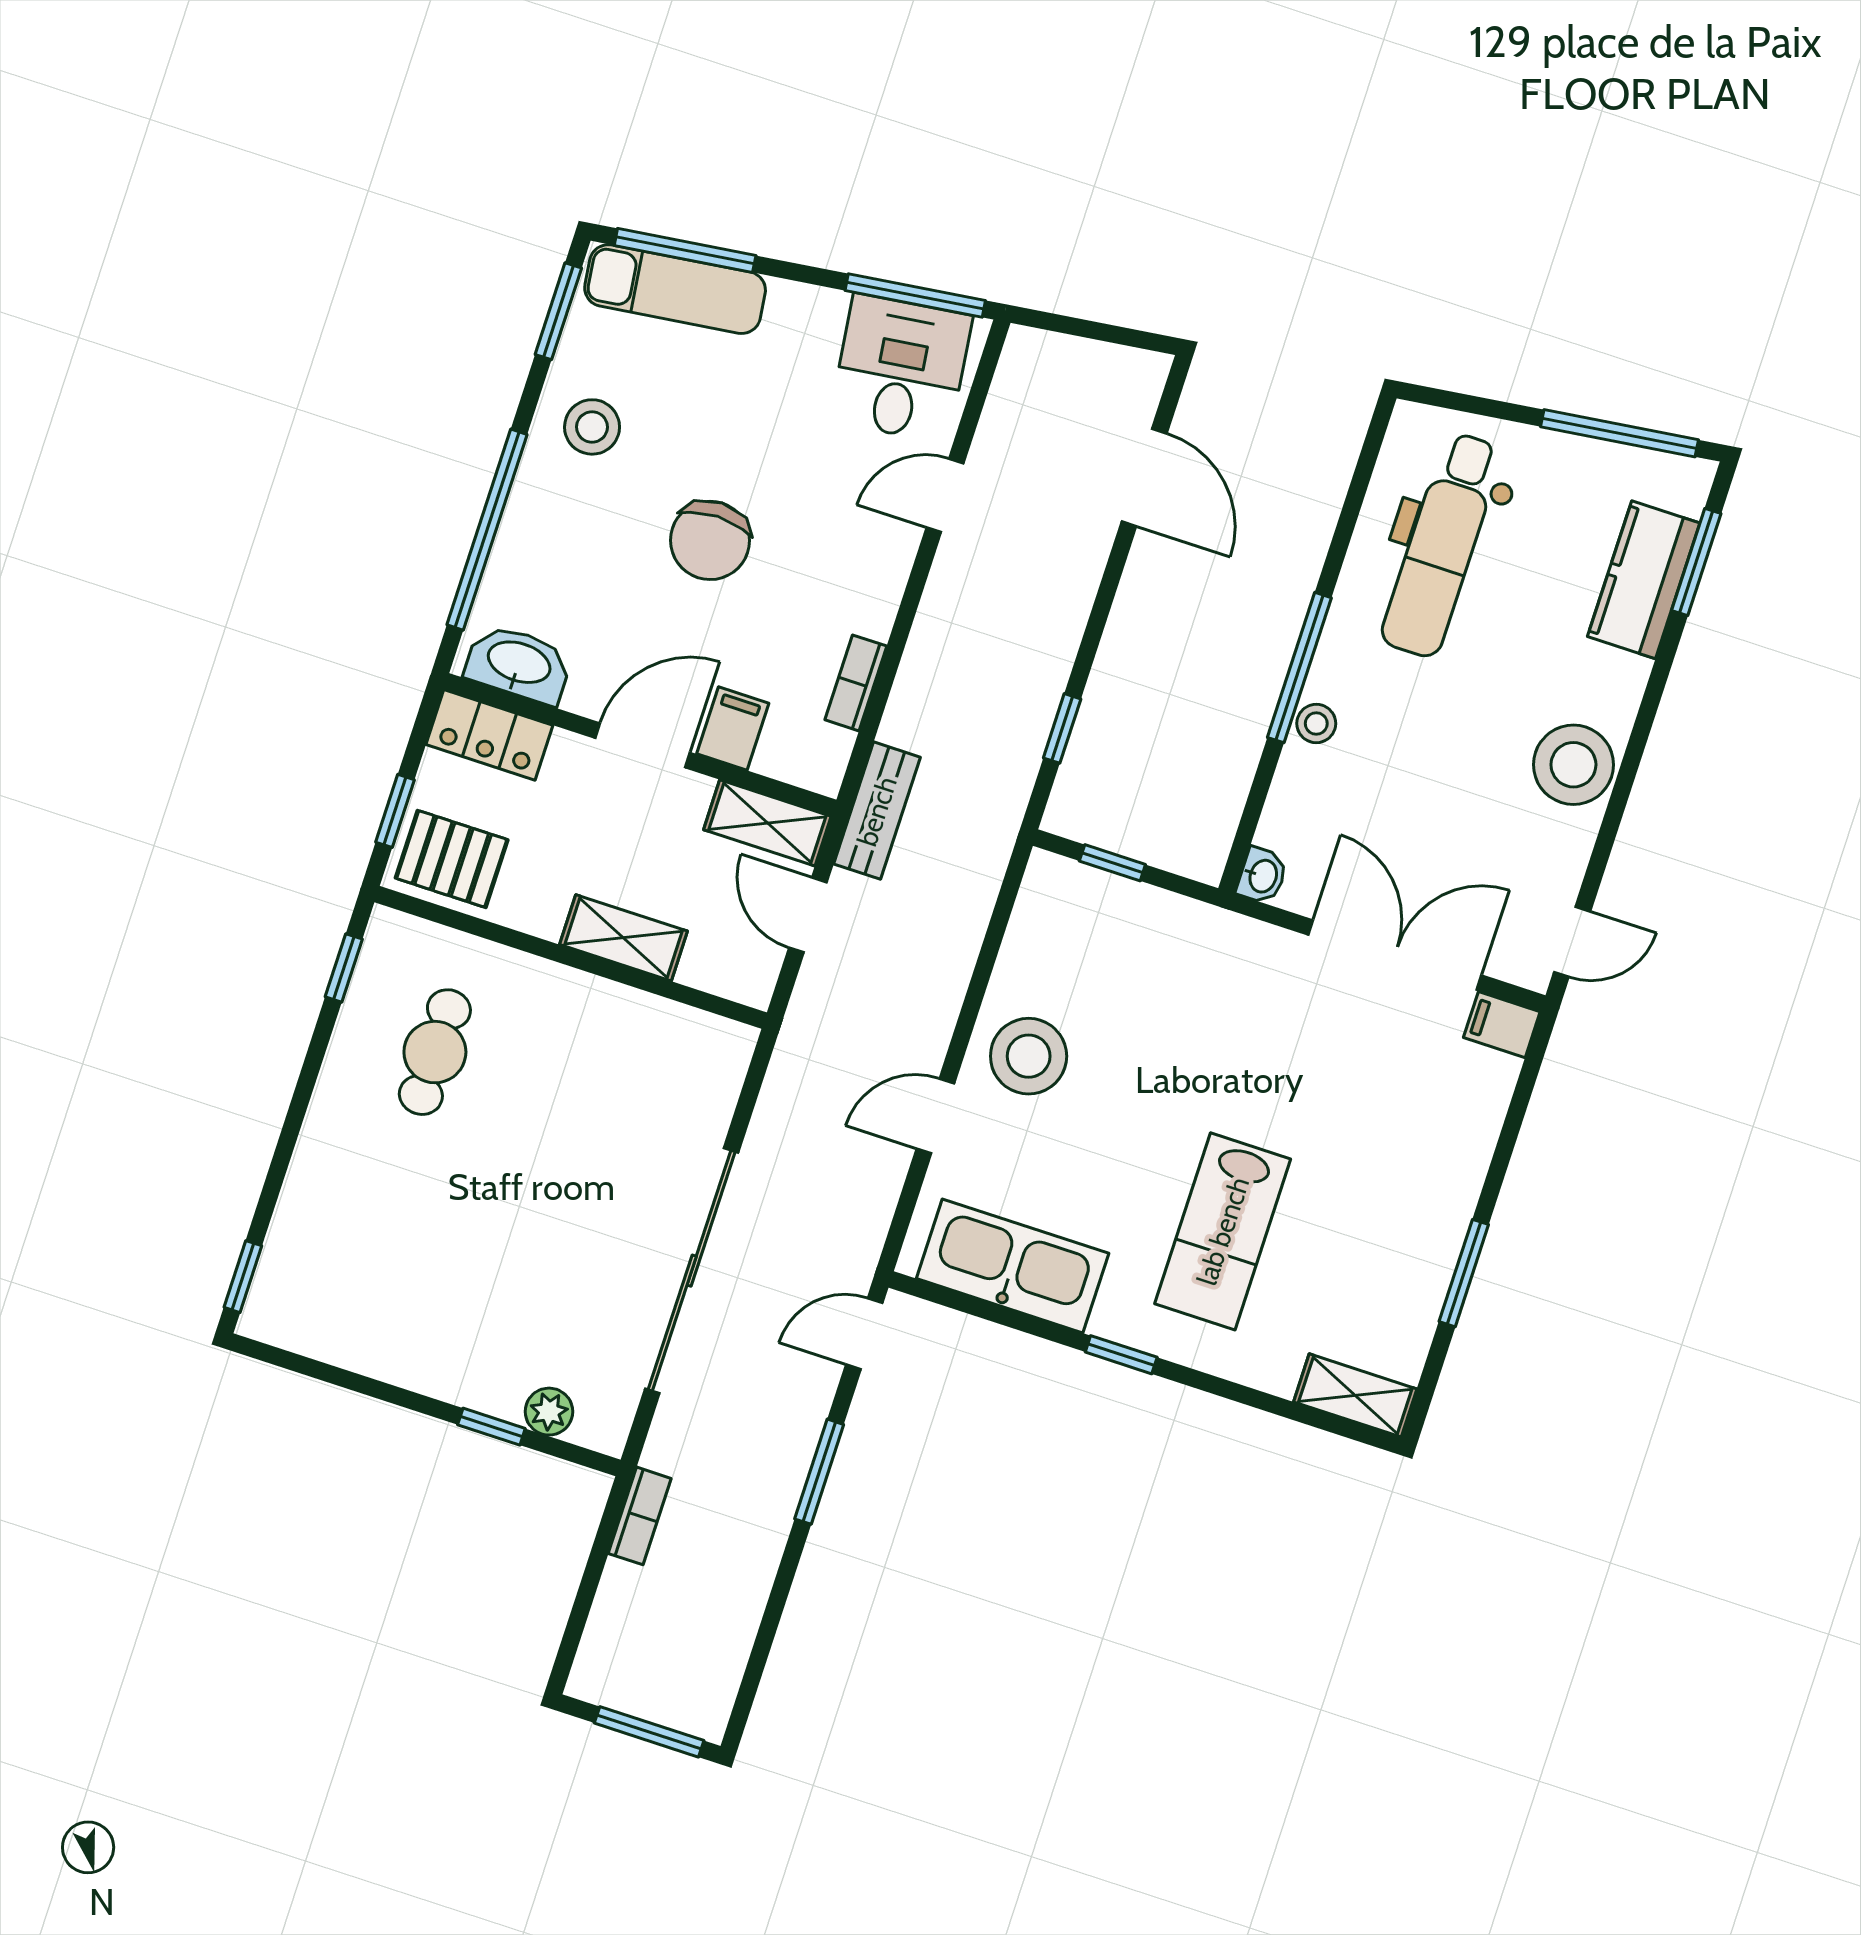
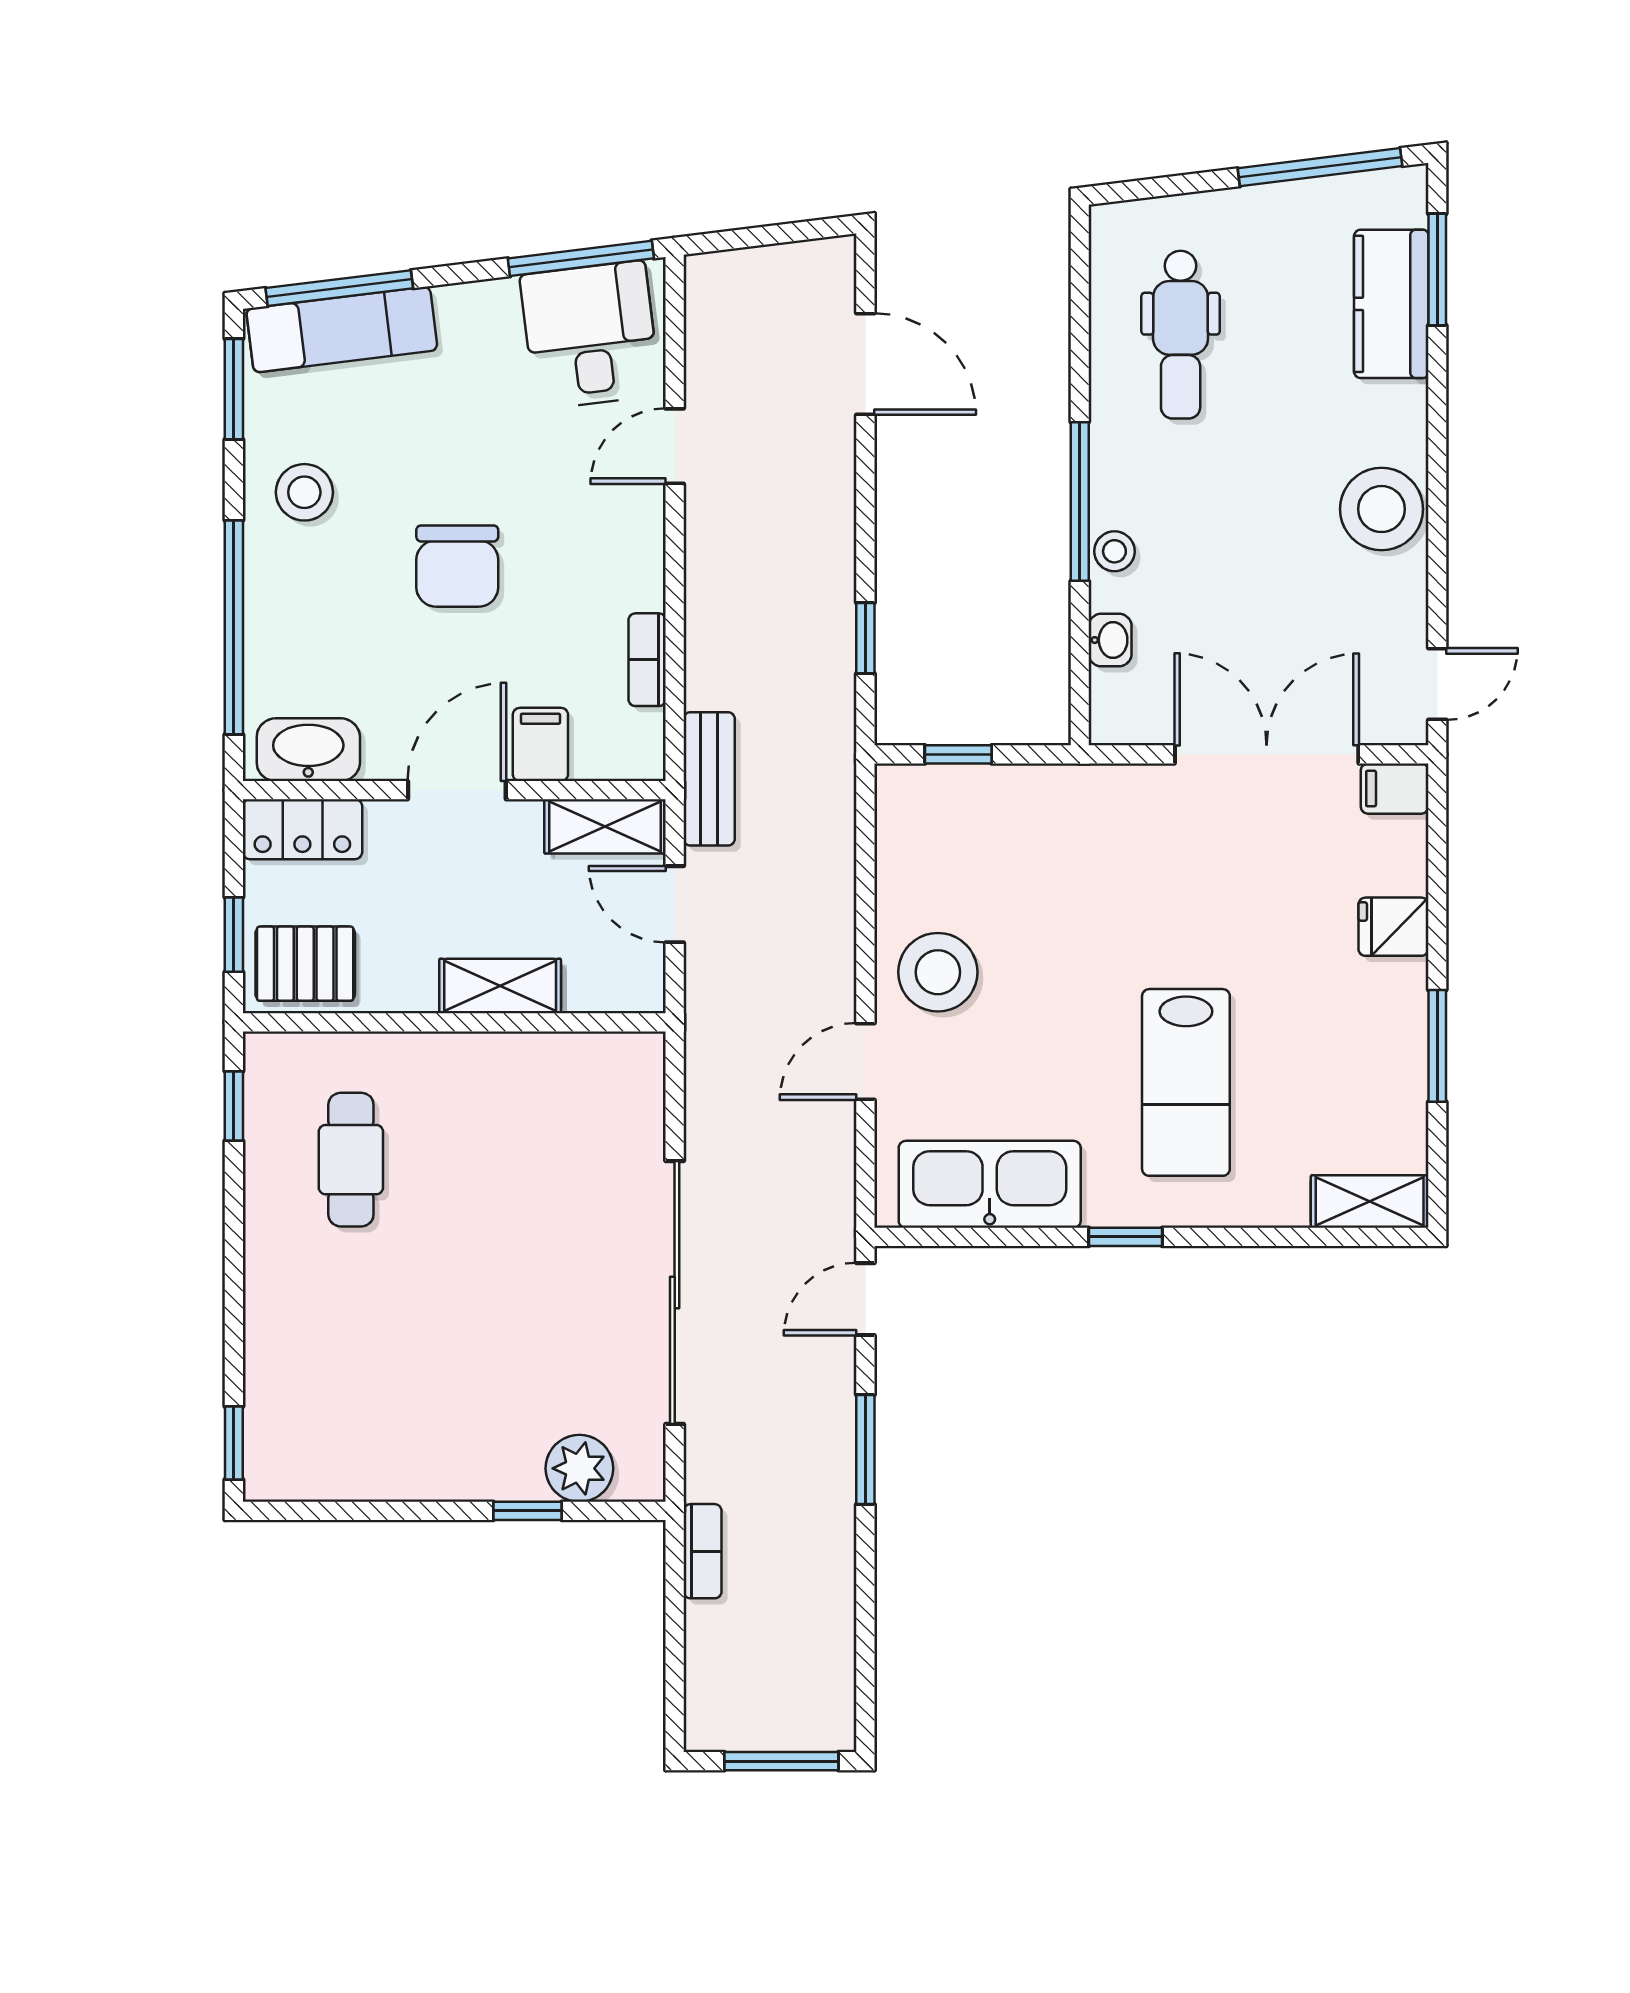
dental chair: (1442, 545) -> (1181, 335), width x0.73, depth x0.72
washbasin: (1262, 876) -> (1110, 640), moved
fridge: (1459, 1151) -> (1393, 927), added
plant: (549, 1412) -> (579, 1468), width x1.38, depth x1.38

